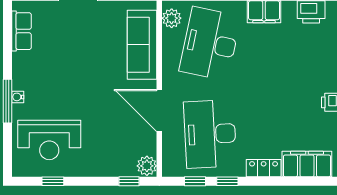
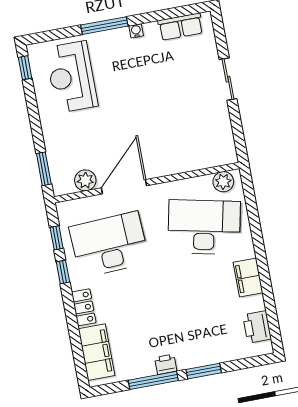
sofa: (142, 45) -> (190, 156), removed
water cooler: (18, 97) -> (136, 31), moved
plant: (147, 166) -> (85, 180), moved
window: (53, 181) -> (25, 68), moved
window: (129, 181) -> (44, 169), width x1.50

